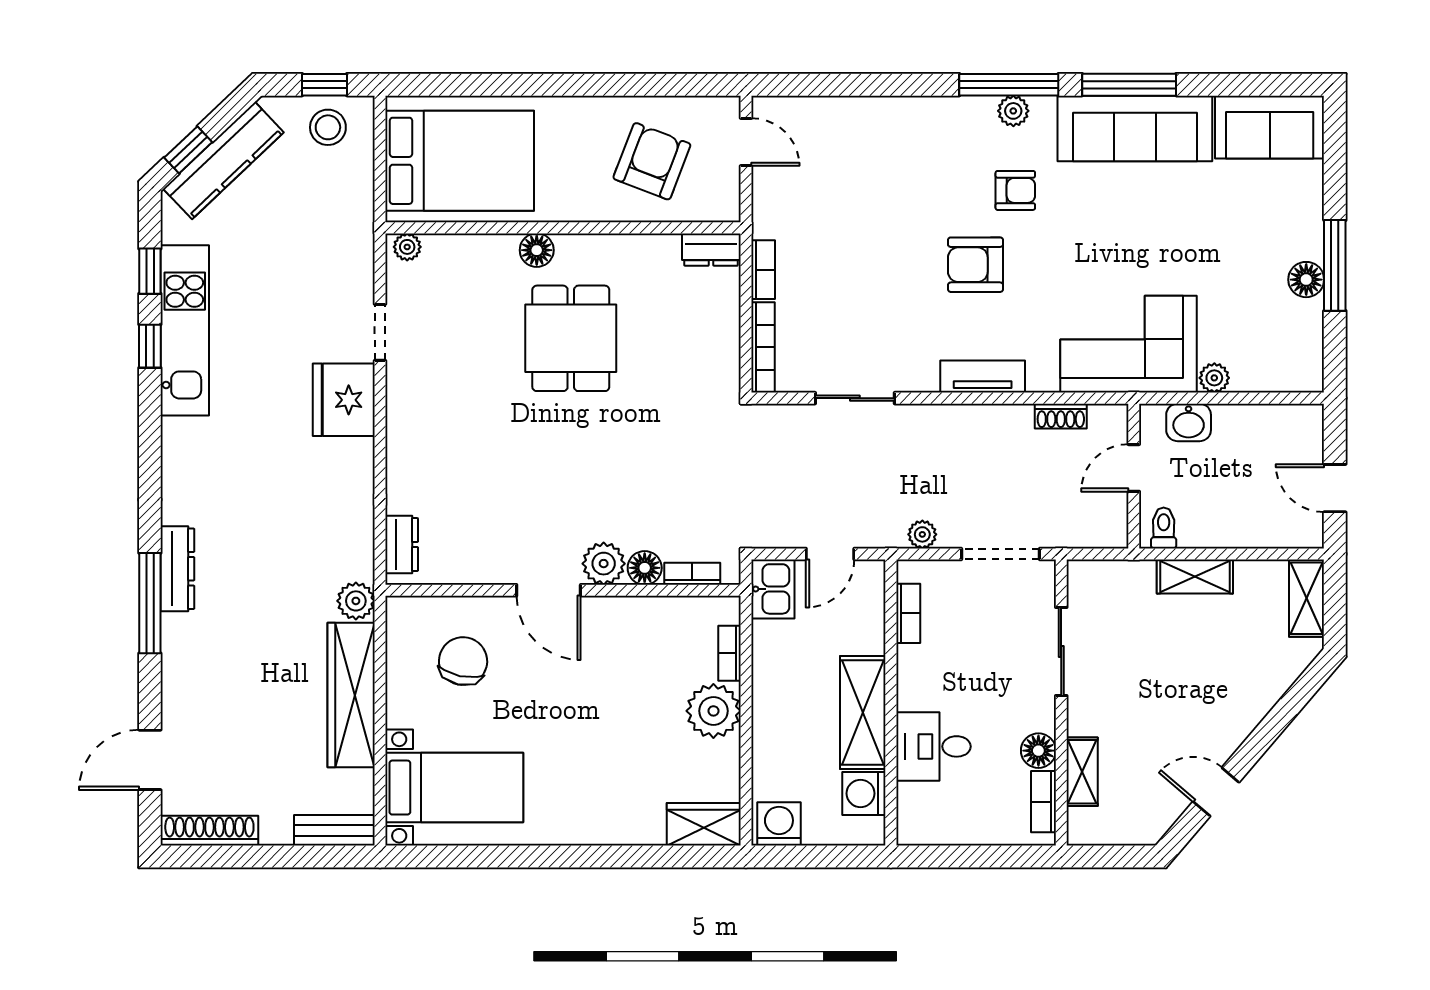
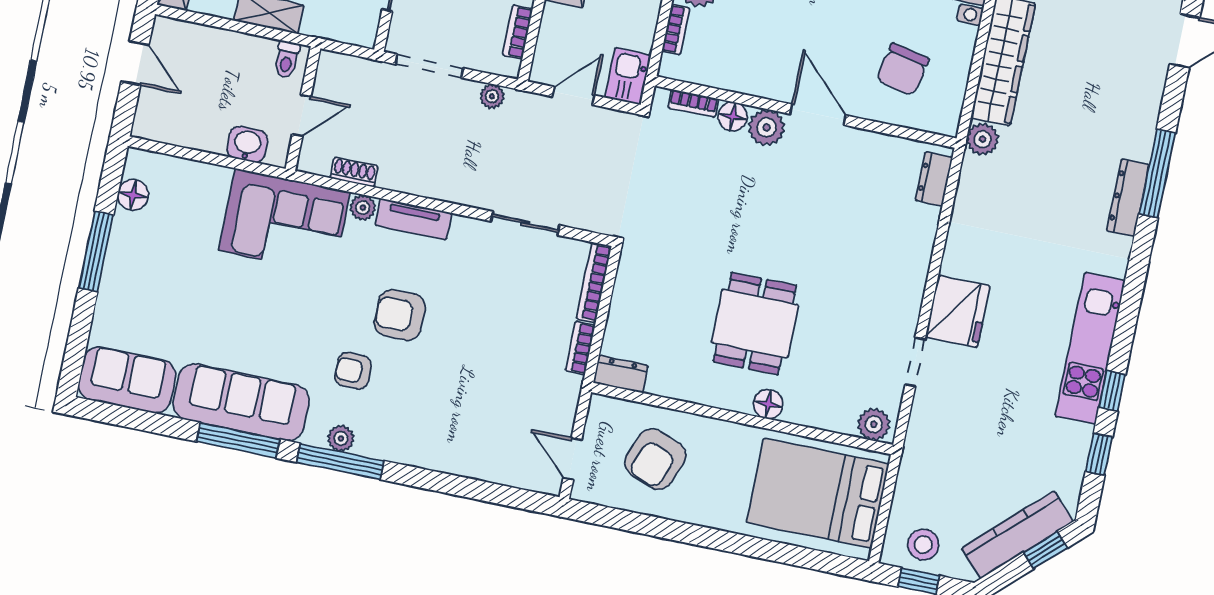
plant: (407, 247) -> (874, 424), width x1.38, depth x1.38
armchair: (976, 265) -> (400, 315), turned 180
floor lamp: (1306, 280) -> (133, 195), moved
kitchen unit: (185, 330) -> (1090, 348), moved
plant: (1214, 378) -> (363, 208), moved

